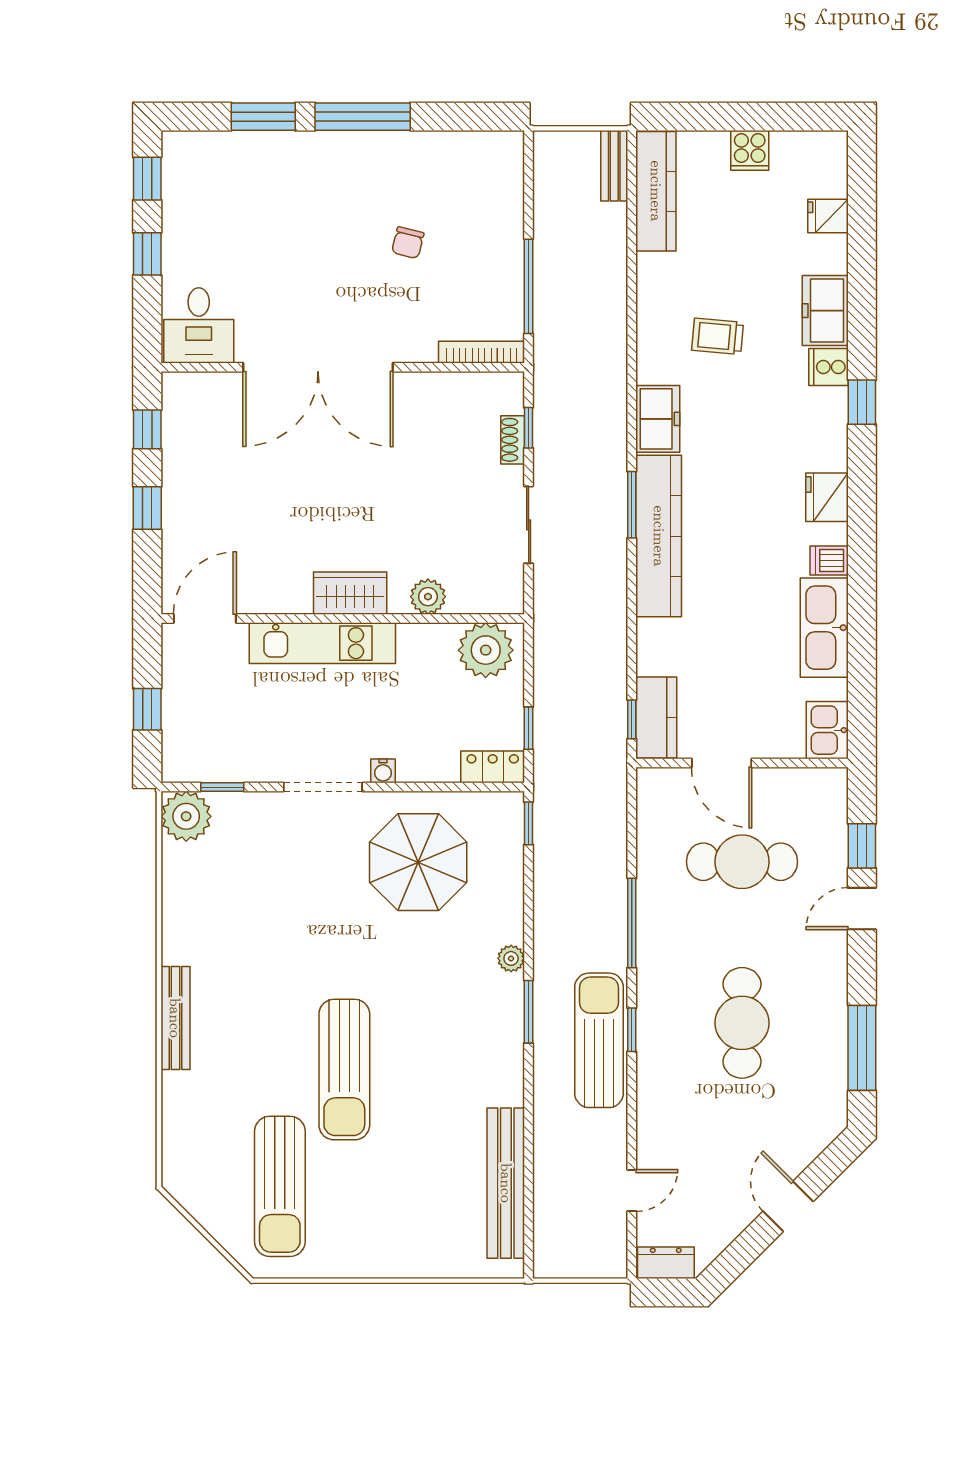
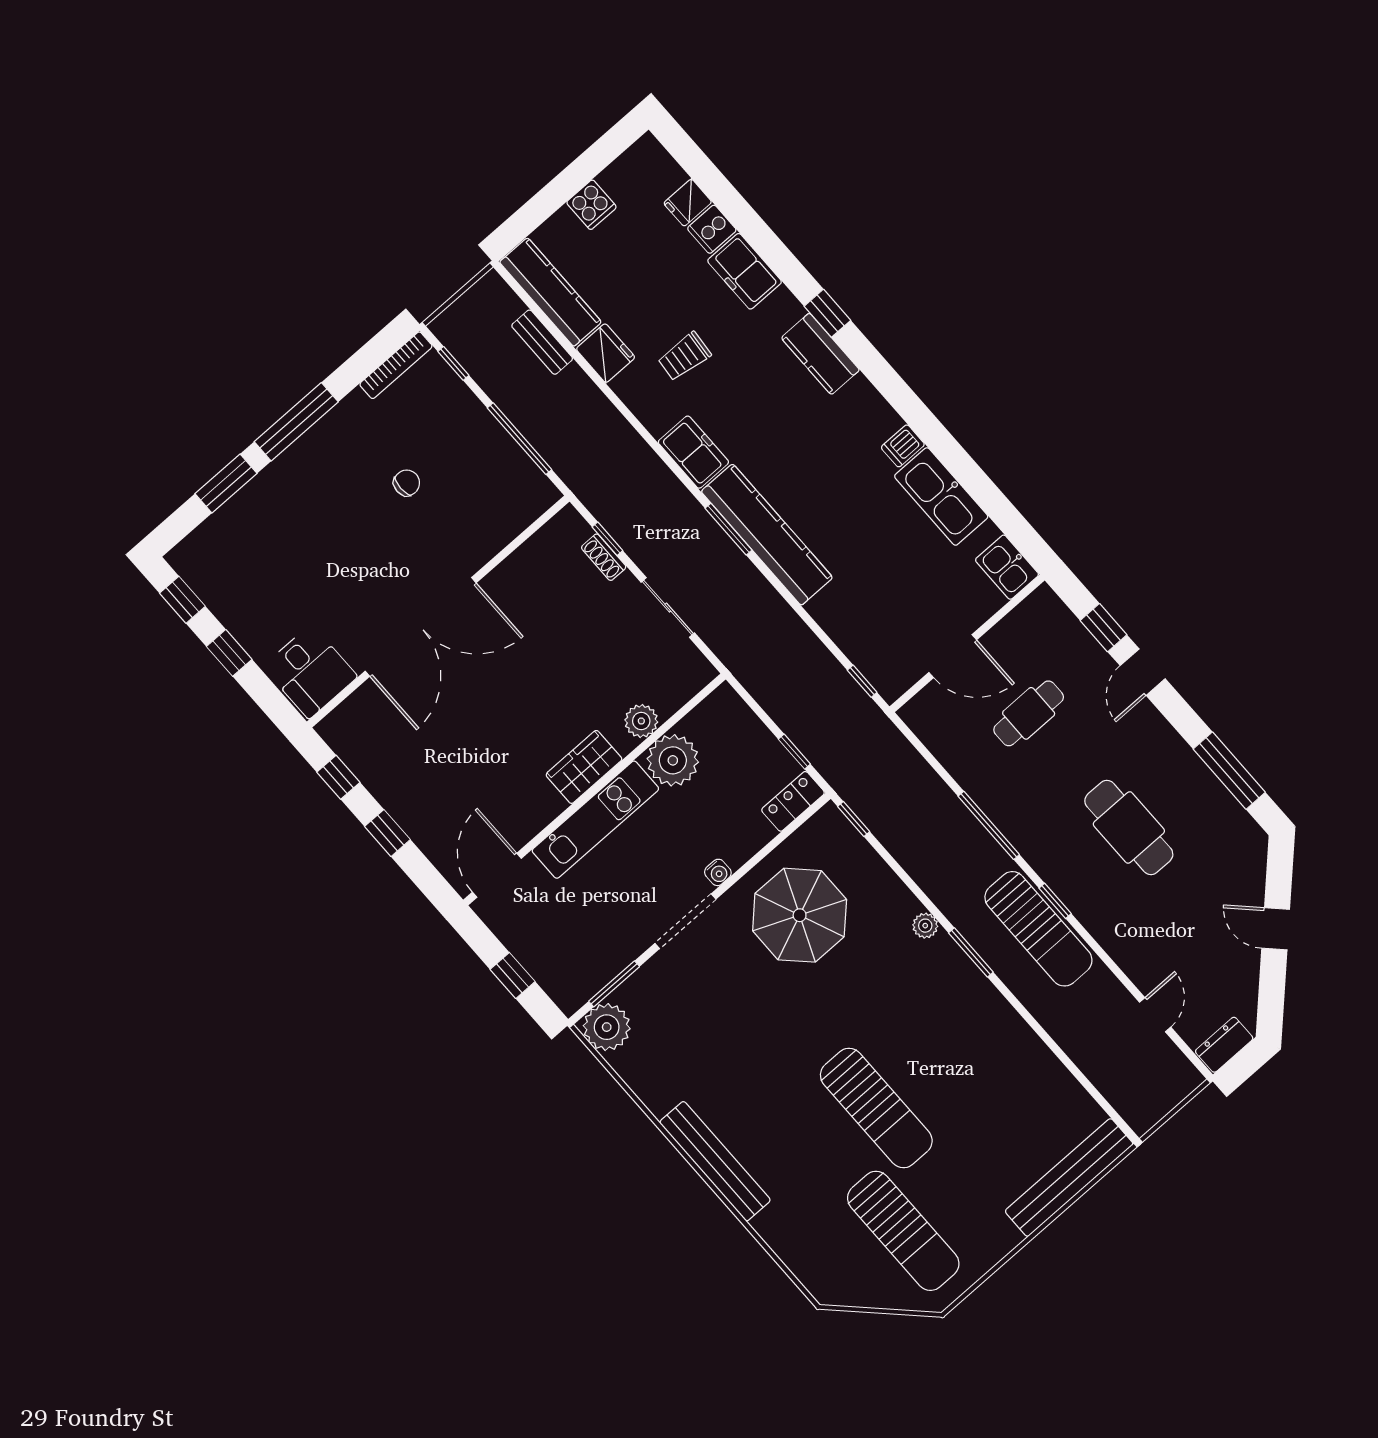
bench: (614, 166) -> (542, 342), moved
window: (529, 180) -> (453, 363), added
chair: (408, 243) -> (407, 483), turned -104
bookcase: (482, 352) -> (396, 365), moved, turned 180
cooker: (828, 367) -> (712, 229), moved
fridge: (827, 497) -> (606, 353), moved, turned 180
plant: (486, 650) -> (673, 760), moved
kitchen counter: (656, 717) -> (820, 354), moved, turned 180
window: (222, 787) -> (614, 984), width x1.50
cafe table: (742, 862) -> (1029, 713), width x0.73, depth x0.74
bench: (175, 1018) -> (715, 1161), width x1.37, depth x1.21
sun lounger: (599, 1040) -> (1038, 929), turned 180
bench: (506, 1183) -> (1069, 1177), moved, turned 90

